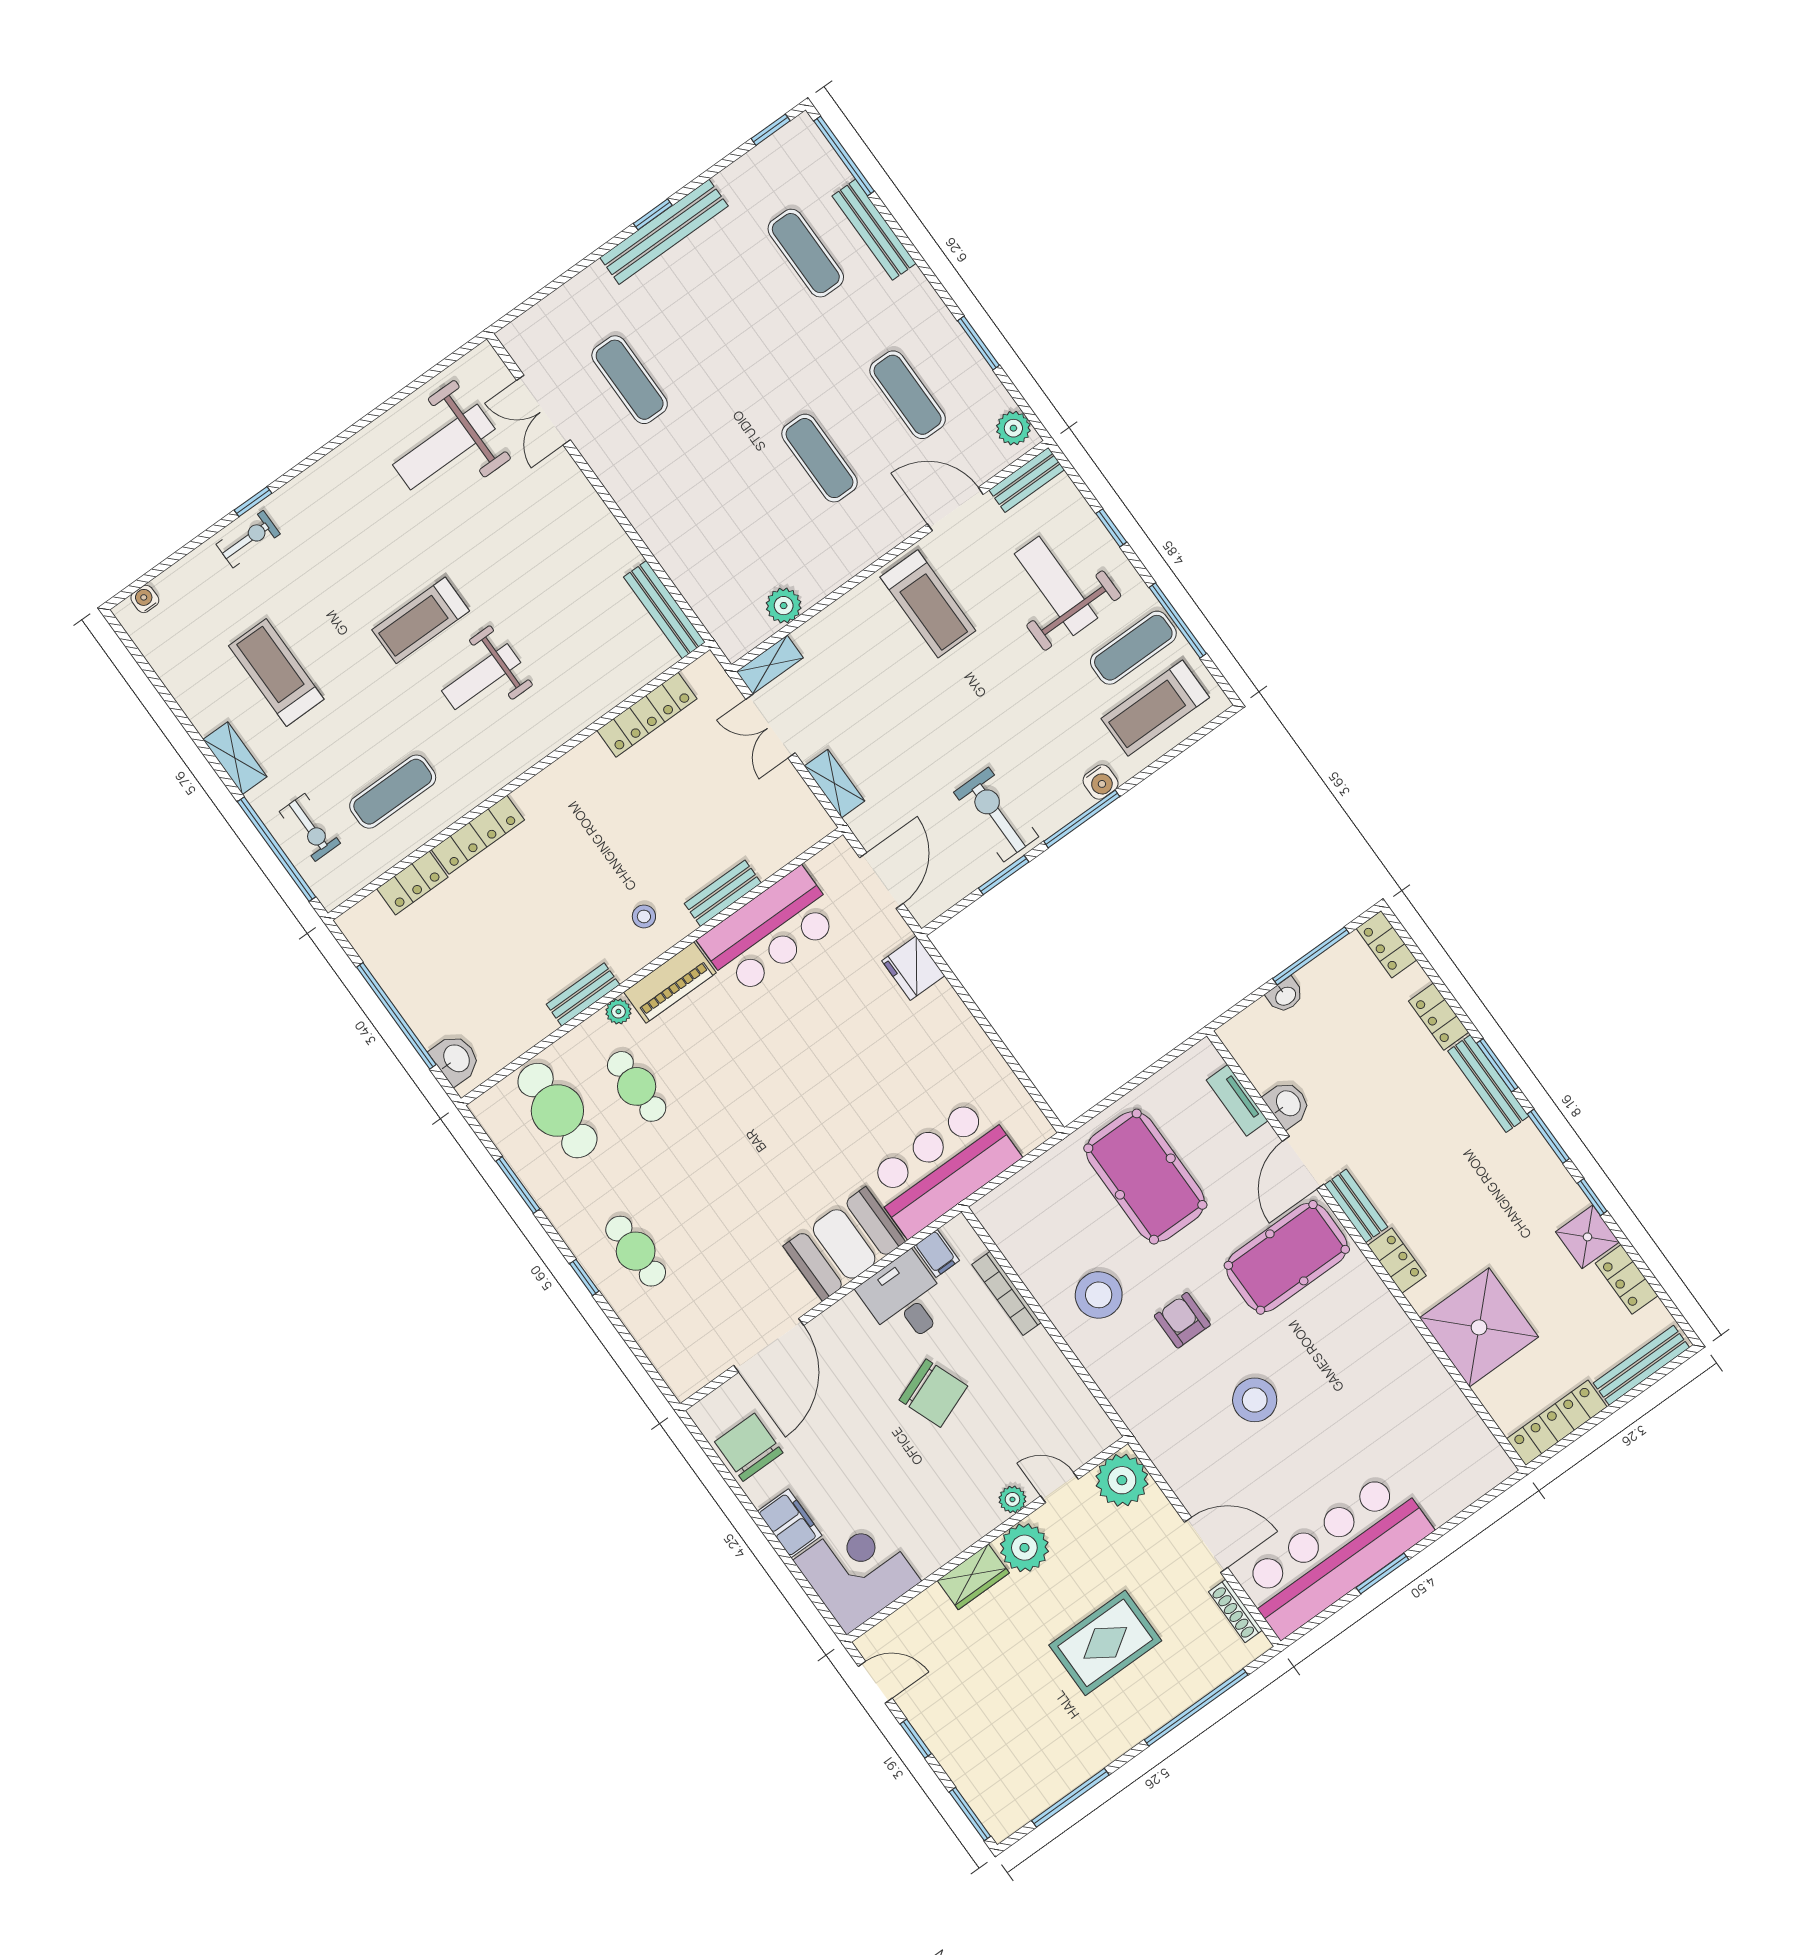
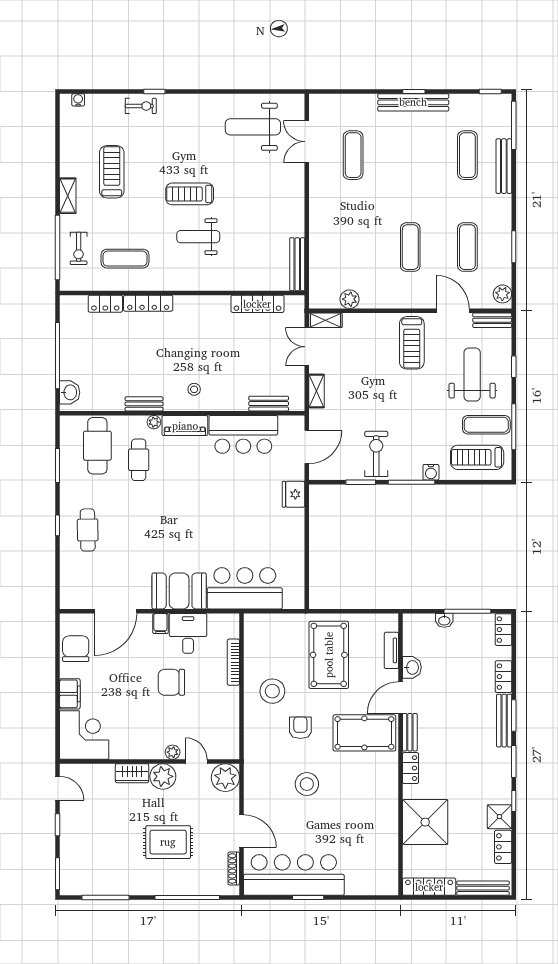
bench: (723, 893) -> (269, 404), moved
filing cabinet: (937, 1253) -> (160, 624), moved
chair: (933, 1393) -> (171, 682), turned 111

